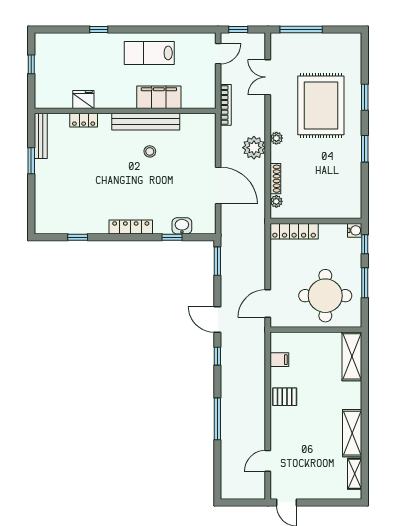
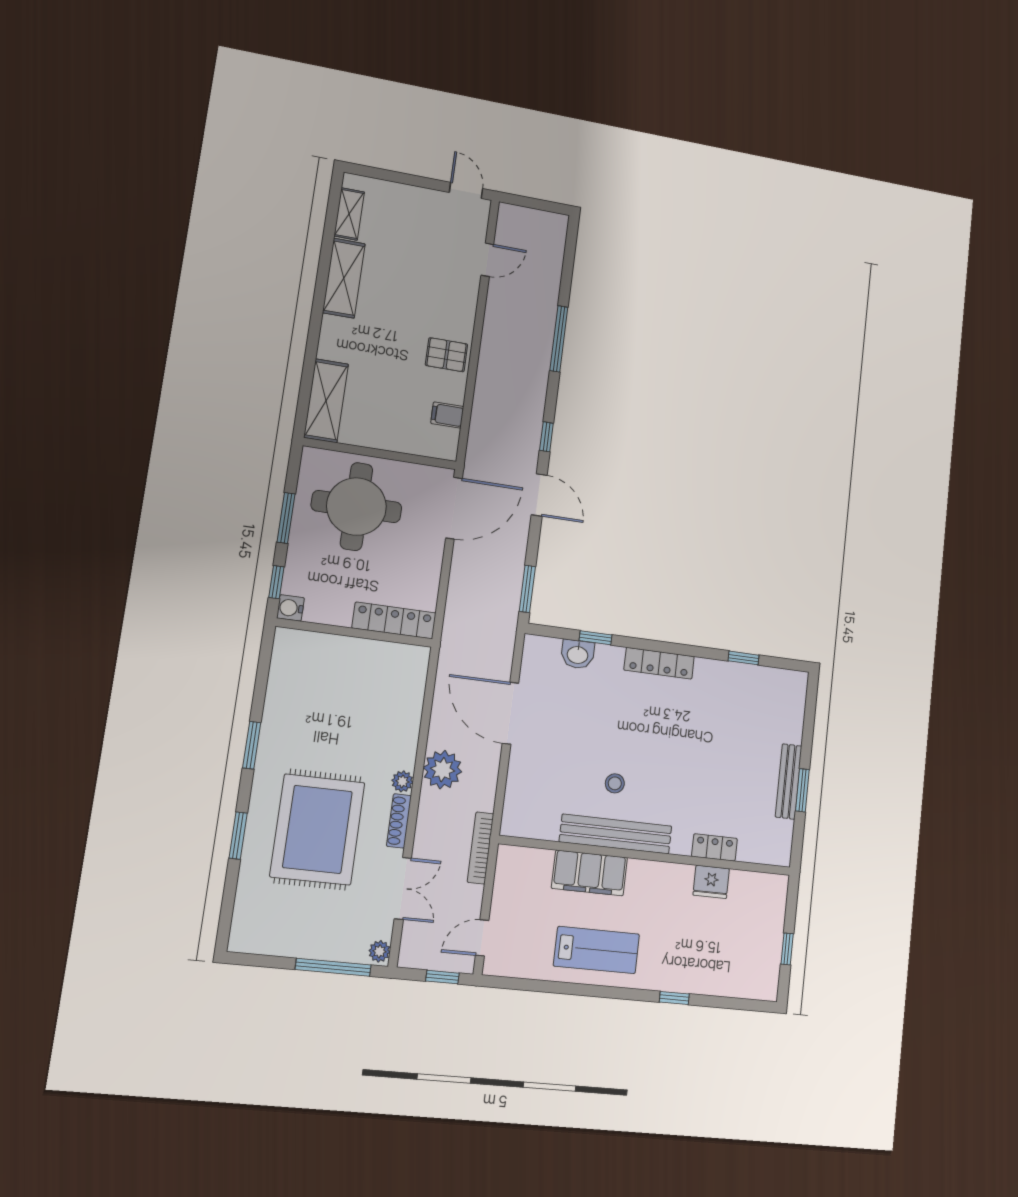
bench: (41, 136) -> (789, 781), moved
shoe rack: (275, 179) -> (399, 821), moved
plant: (276, 201) -> (380, 951), moved
door: (268, 303) -> (454, 508), width x1.36

